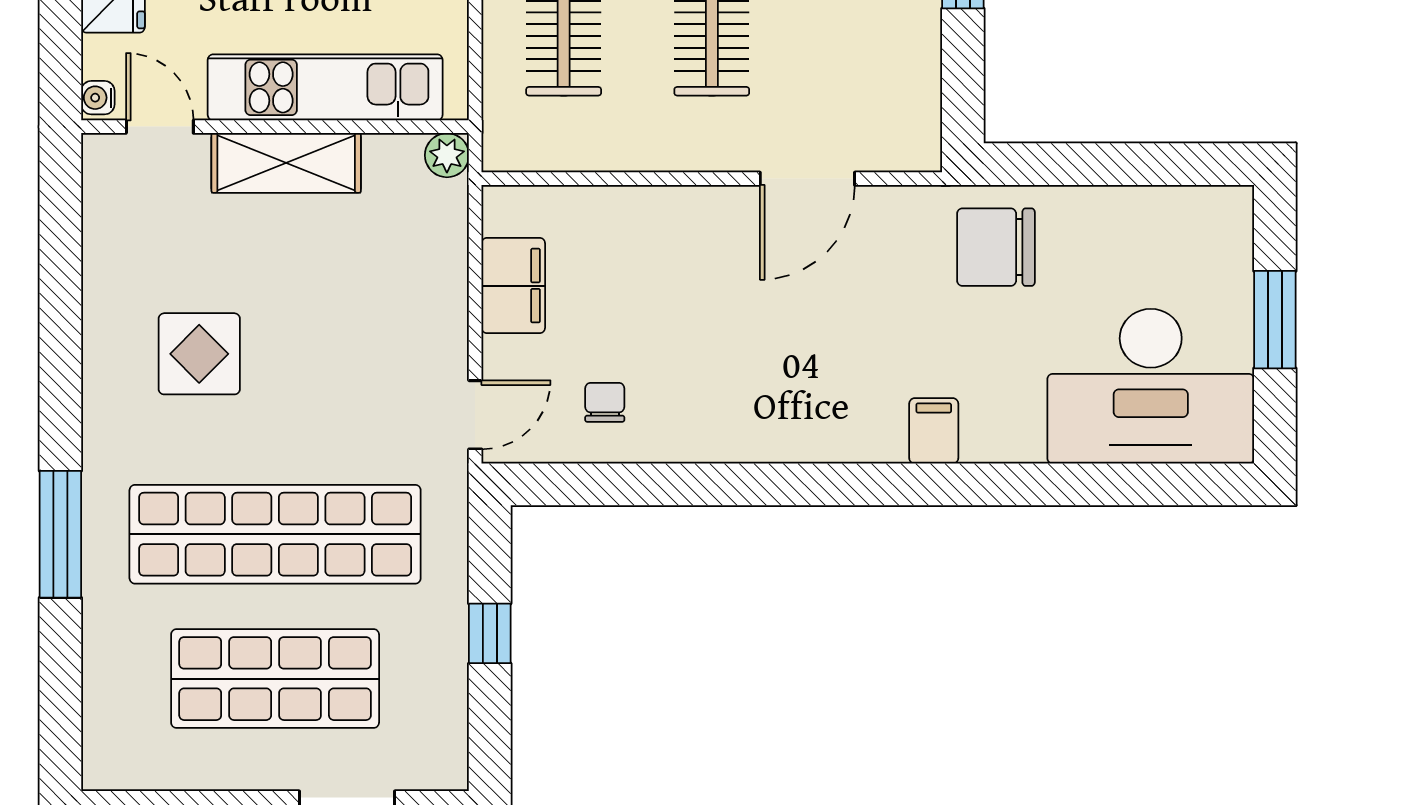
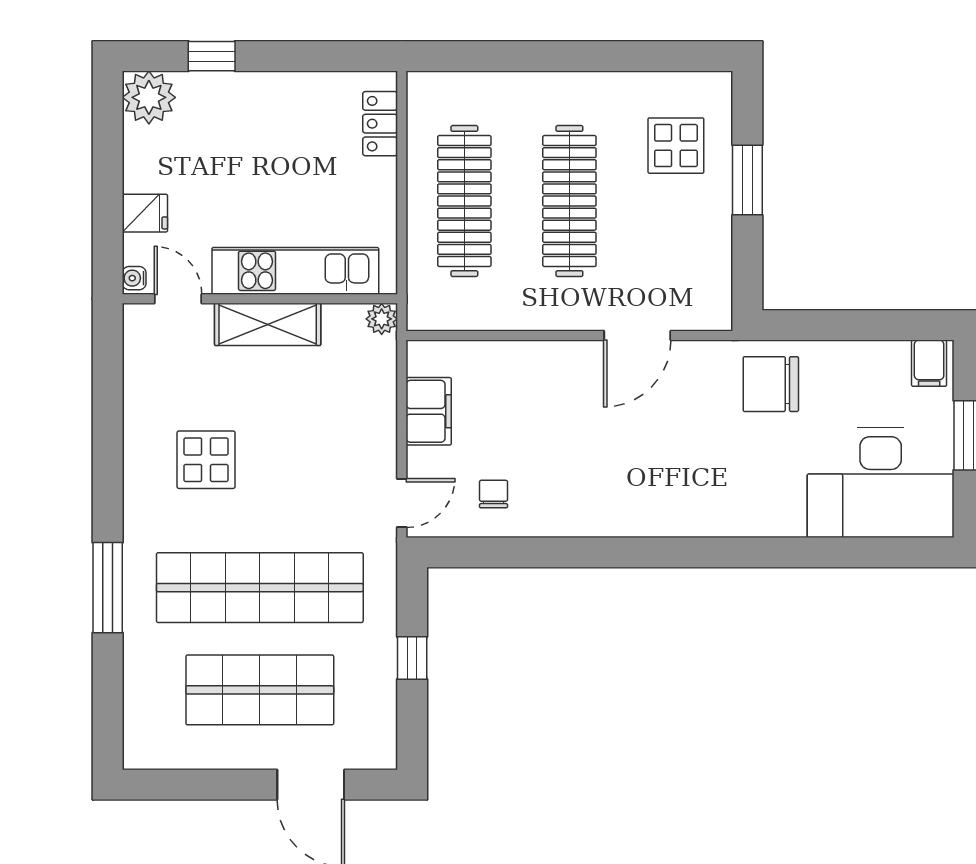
filing cabinet: (934, 431) -> (929, 363), moved, turned 180

